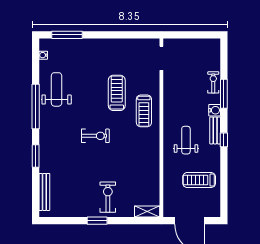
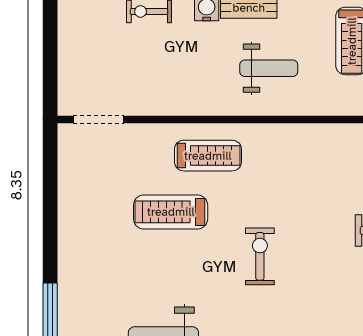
weight bench: (186, 140) -> (269, 68), turned 180

